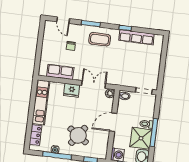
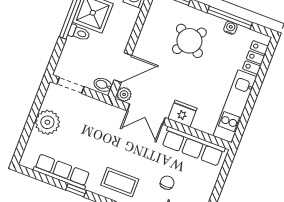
plant: (152, 65) -> (47, 122), added
row of seats: (60, 72) -> (193, 146), width x1.48
door: (113, 122) -> (123, 68), moved

